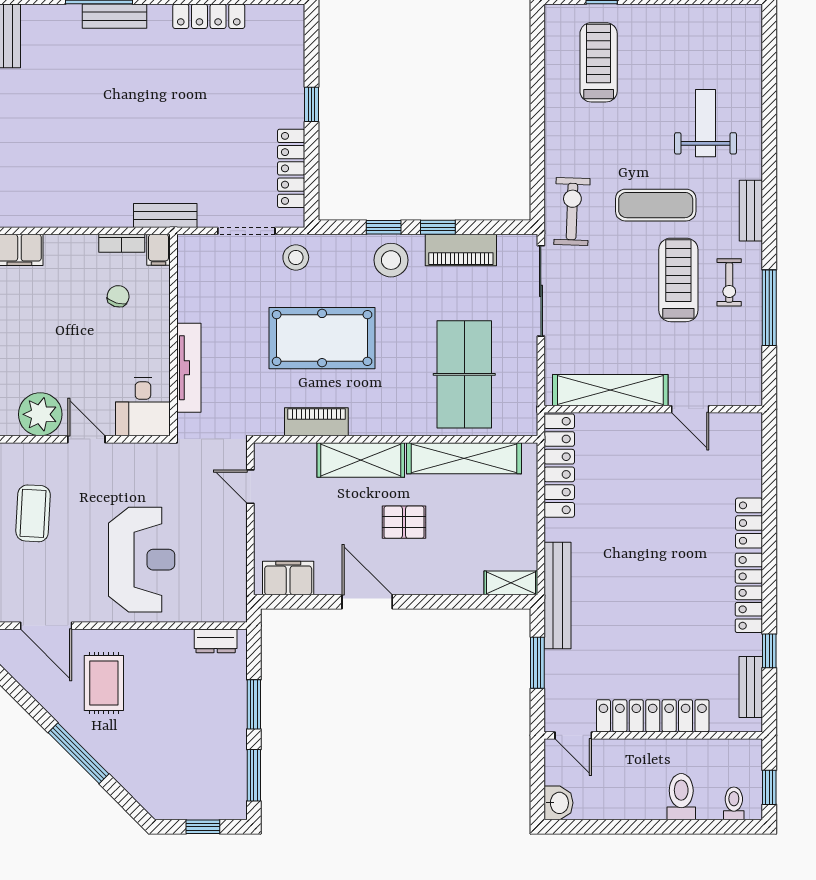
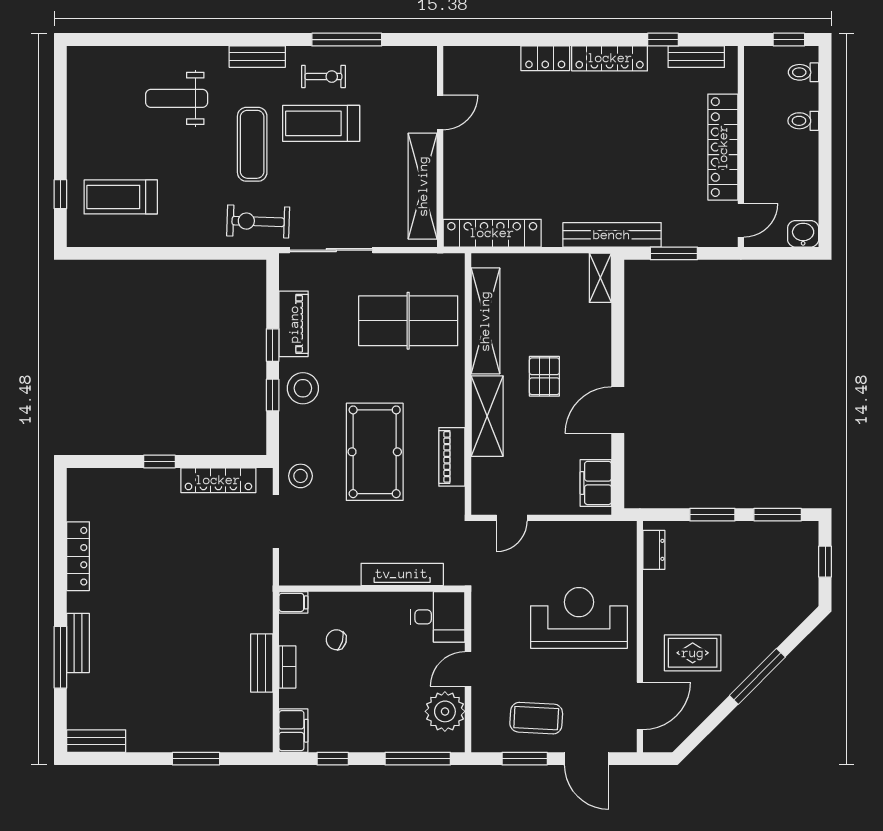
bench: (165, 215) -> (262, 663), moved
bookcase: (122, 243) -> (287, 667), moved
toilet: (681, 797) -> (803, 121), width x0.73, depth x0.72

